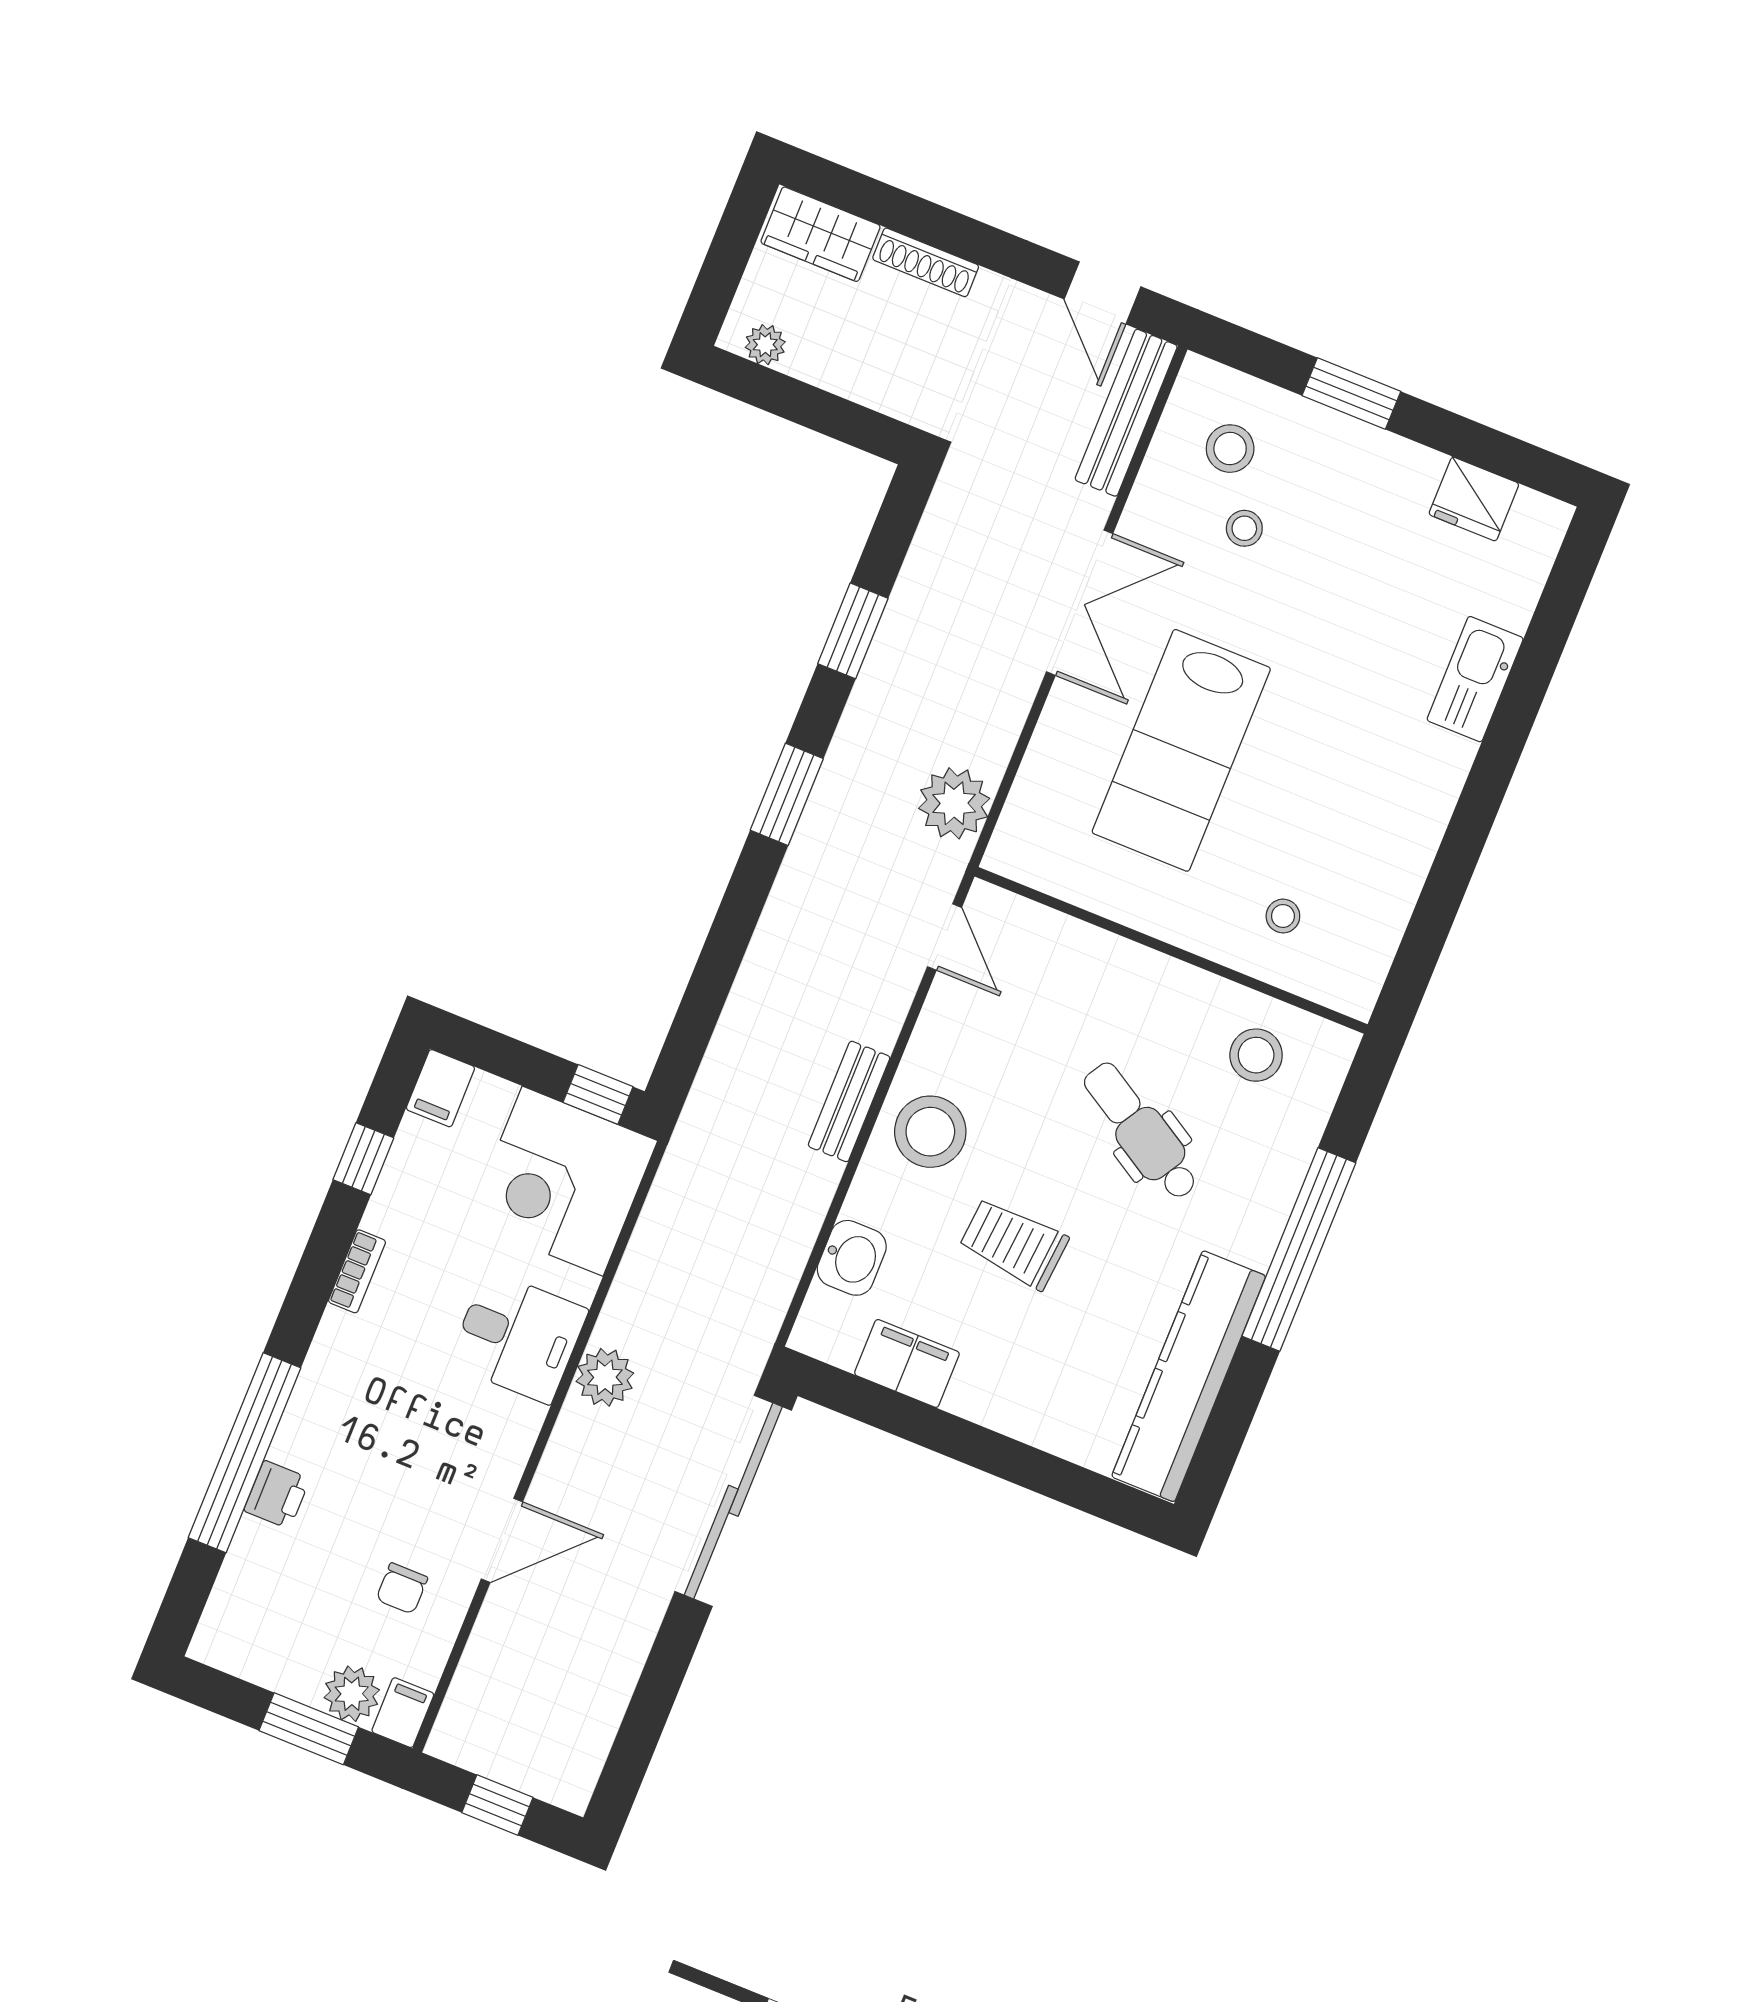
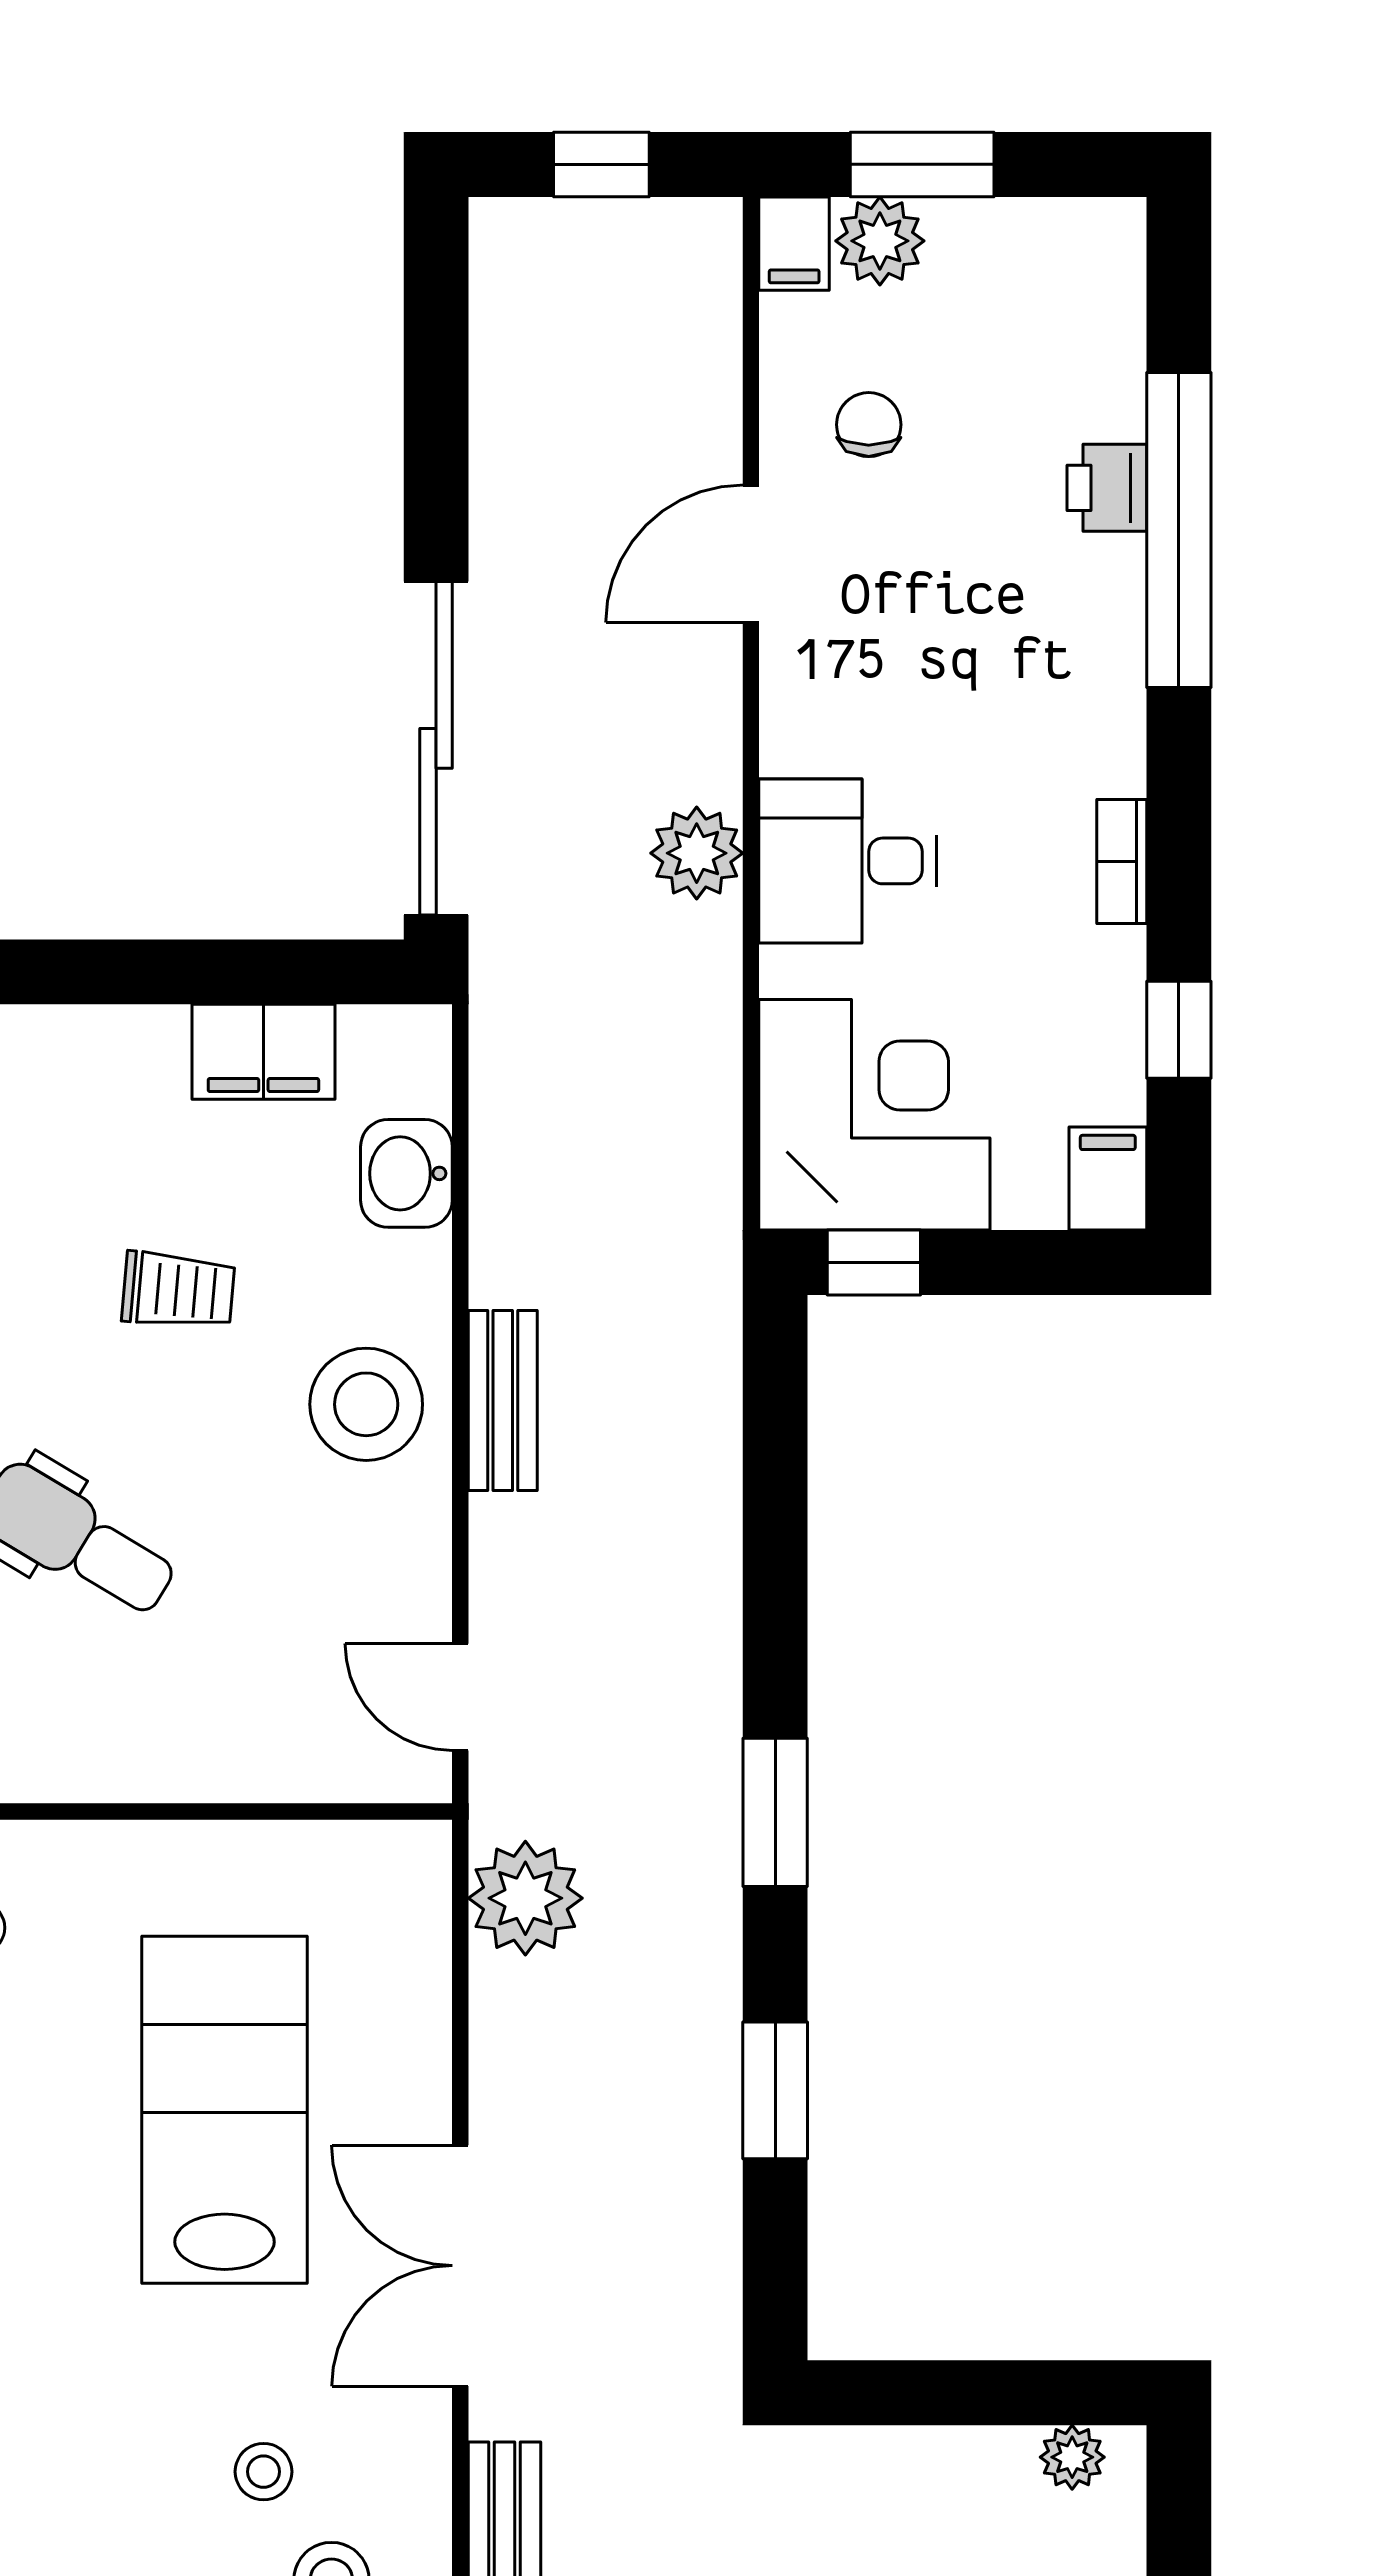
trolley: (1014, 1243) -> (178, 1290), width x0.73, depth x0.72

